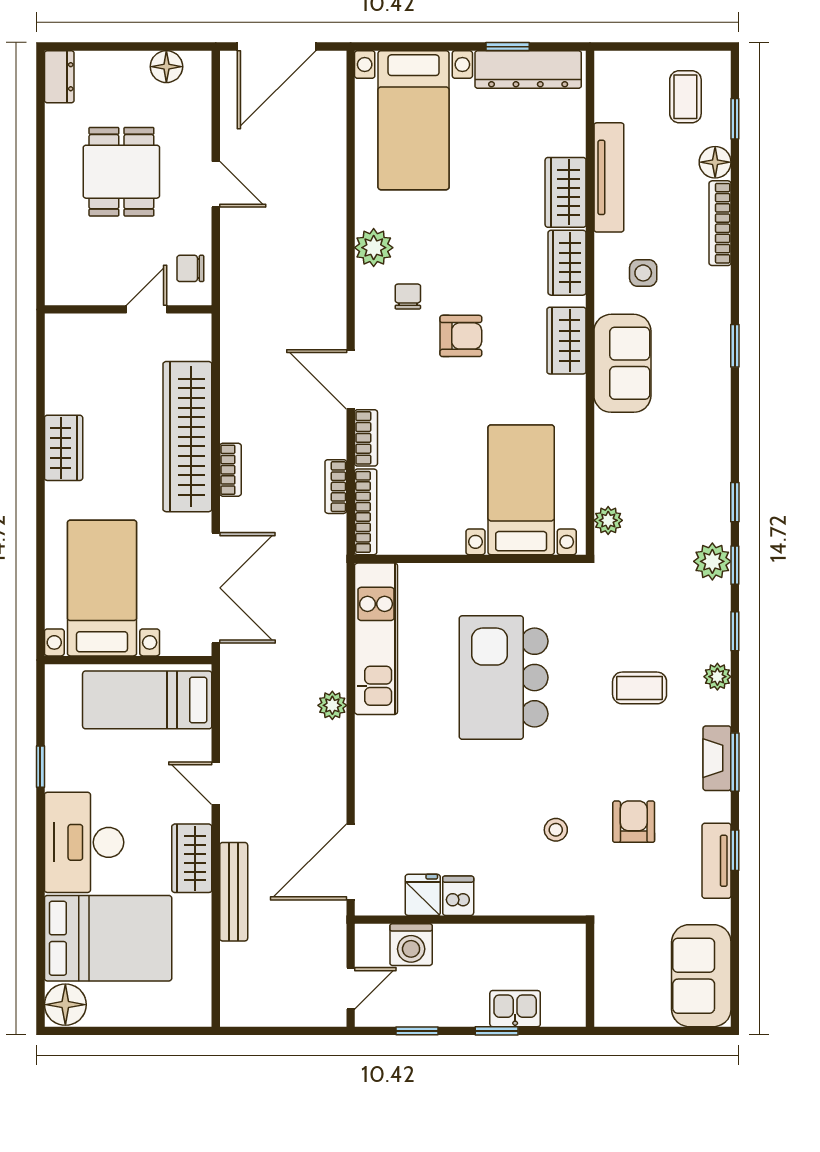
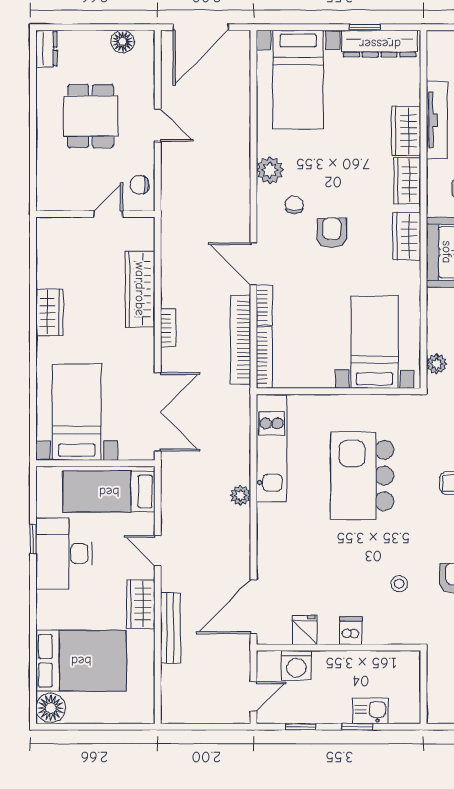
armchair: (461, 336) -> (332, 233), turned -90
wardrobe: (187, 437) -> (140, 289), width x0.71, depth x0.85
bookcase: (336, 487) -> (241, 340), width x2.31, depth x1.31
desk: (84, 842) -> (64, 553), moved
dishwasher: (458, 896) -> (351, 631), moved

